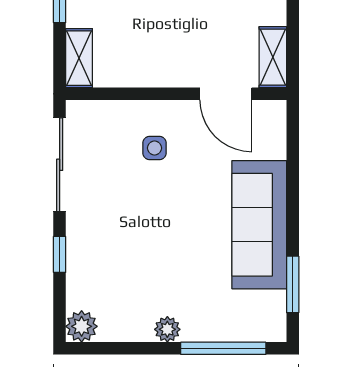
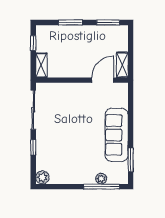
door: (226, 94) -> (103, 80), swing flipped
side table: (154, 148) -> (73, 103), removed
plant: (167, 329) -> (101, 179), moved

